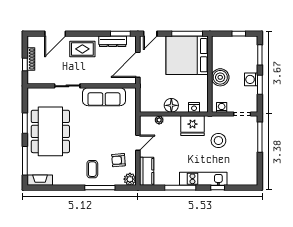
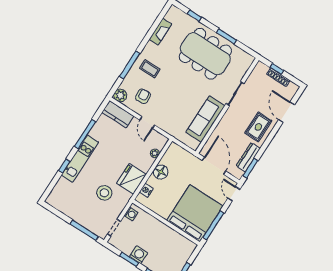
boiler: (220, 77) -> (158, 229), removed
window: (25, 161) -> (194, 16), width x0.46
fireplace: (40, 180) -> (160, 32), moved

